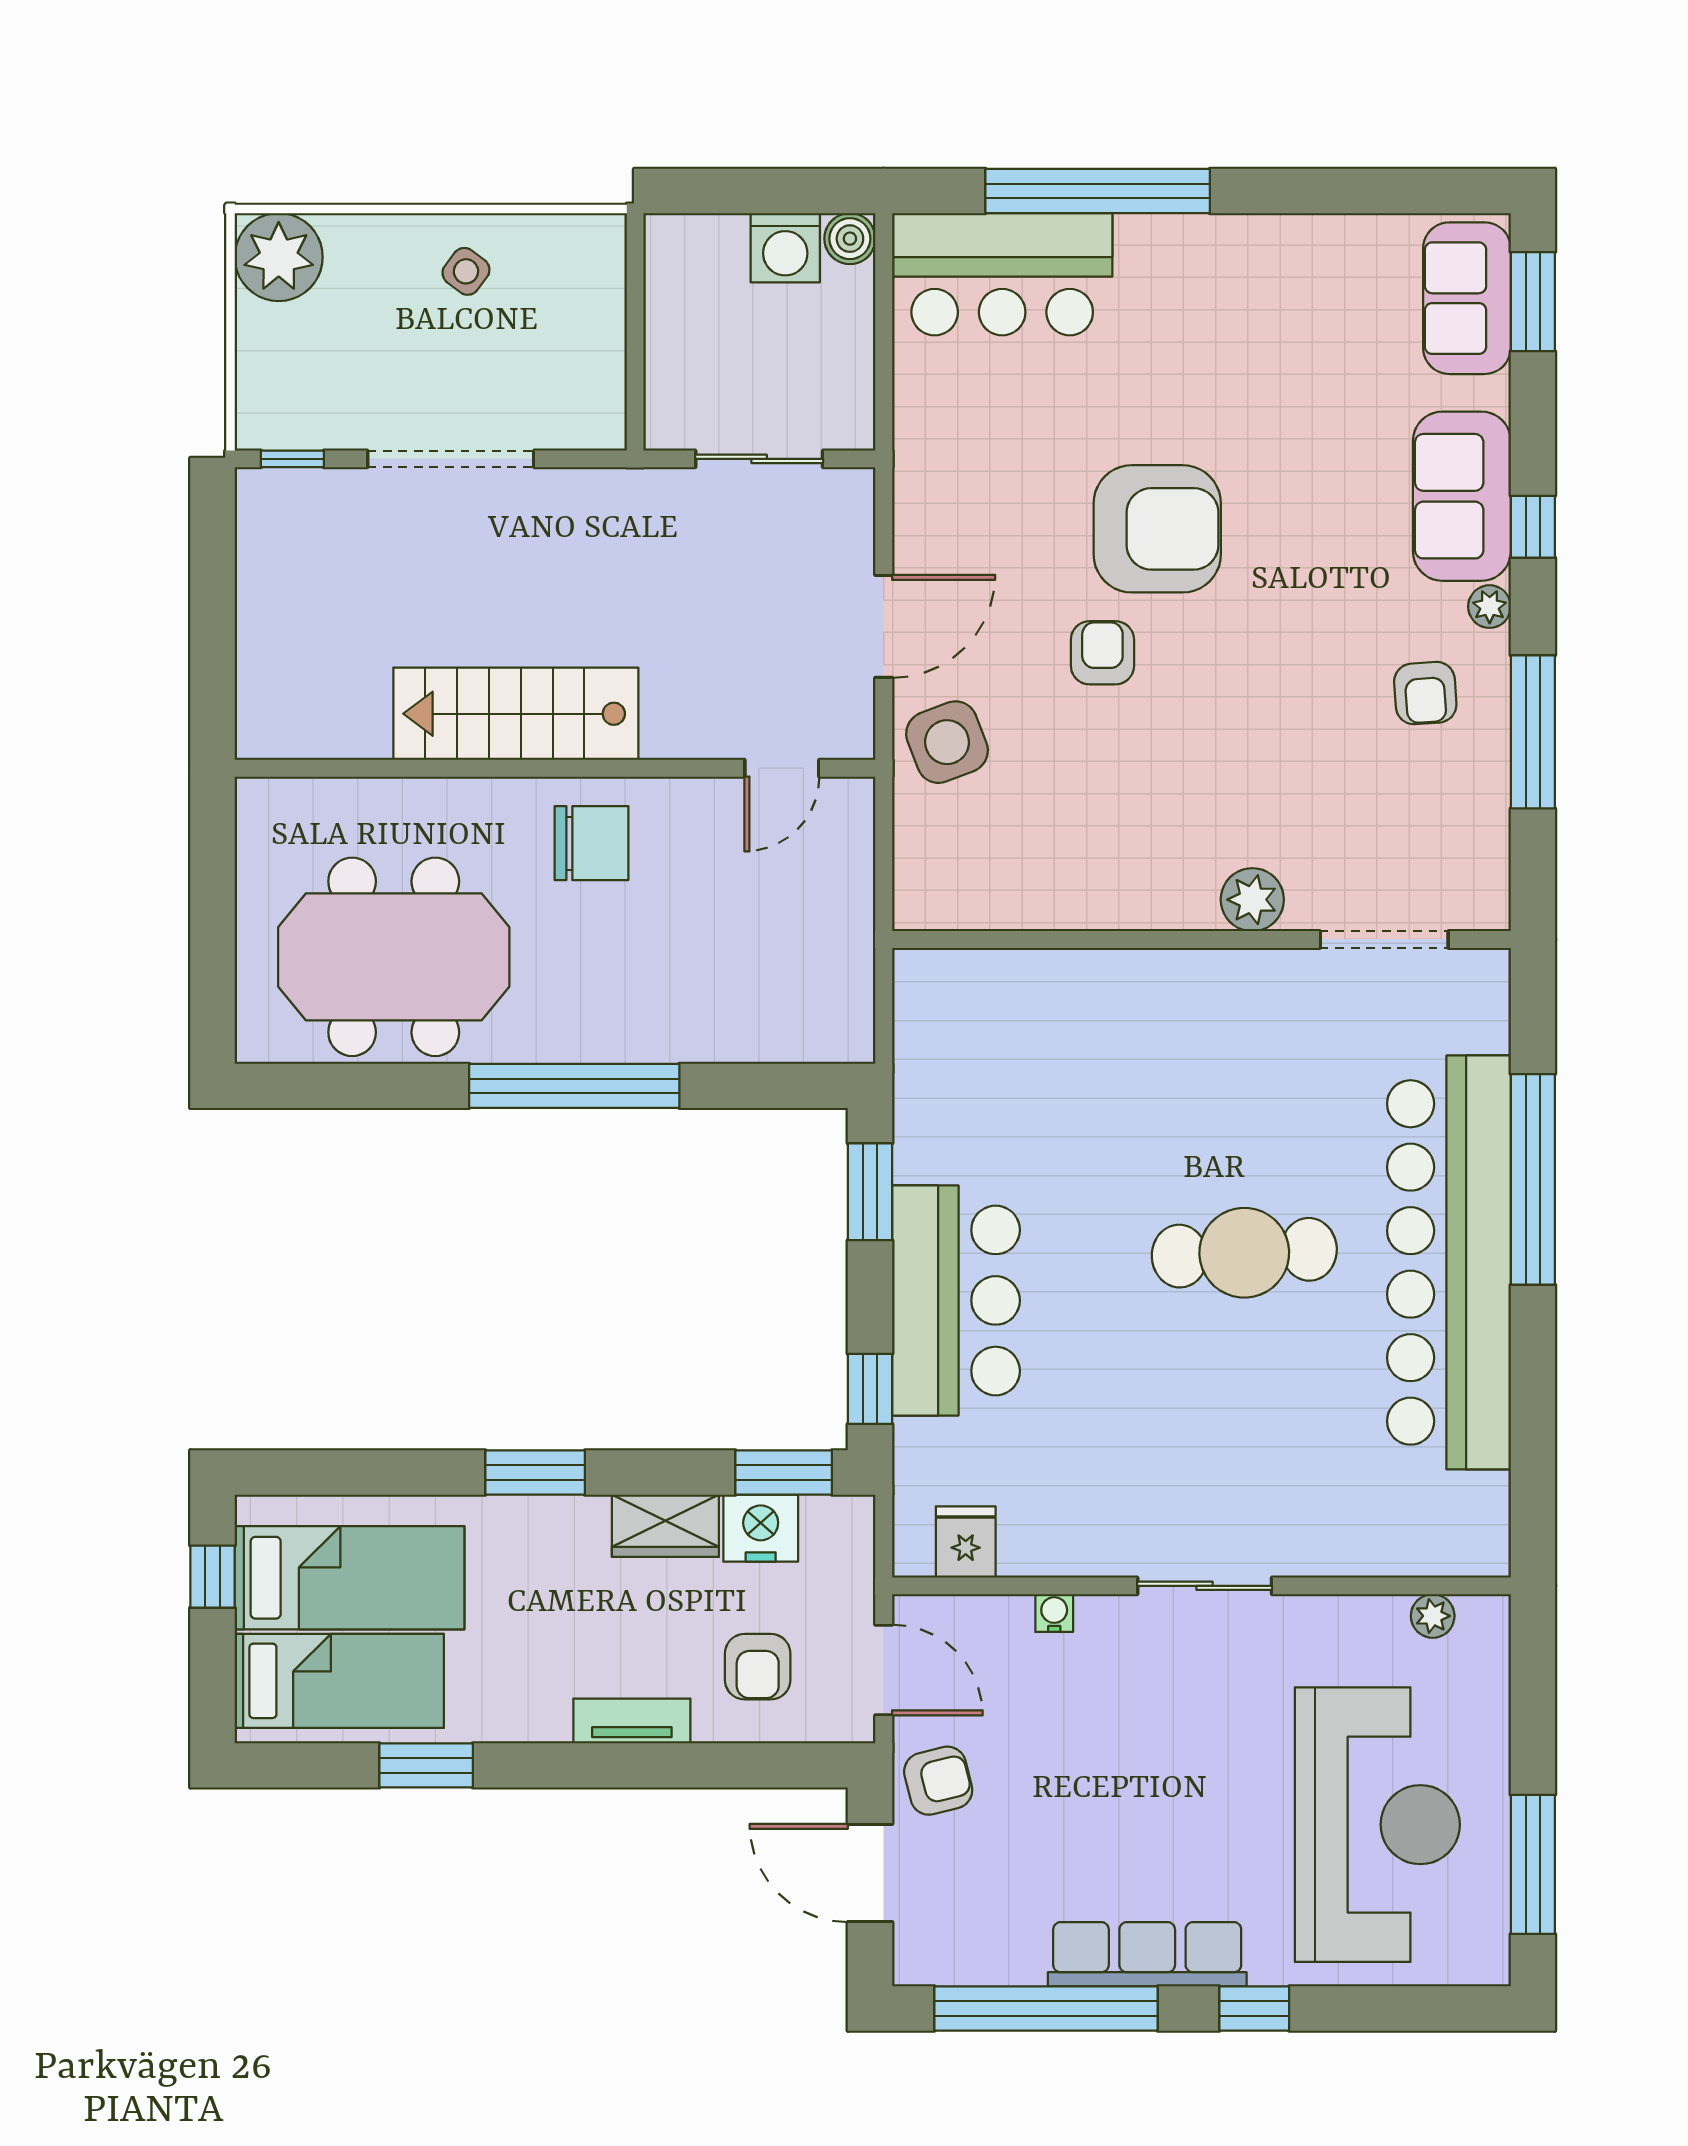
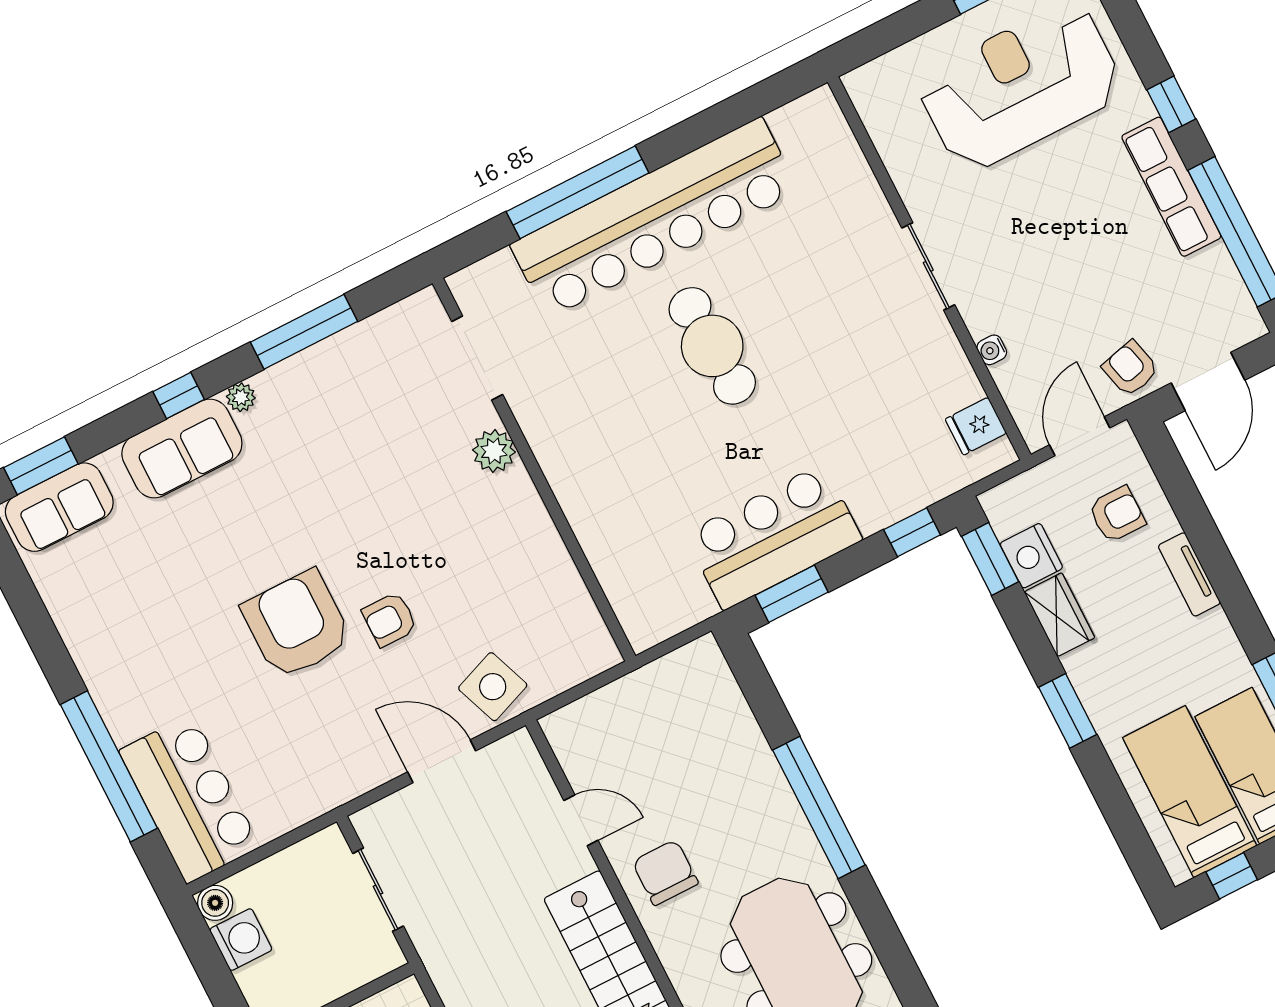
armchair: (1425, 693) -> (314, 410), removed
door: (782, 768) -> (581, 820), moved
bar counter: (956, 1300) -> (773, 537), moved
plant: (1433, 1616) -> (876, 118), removed

